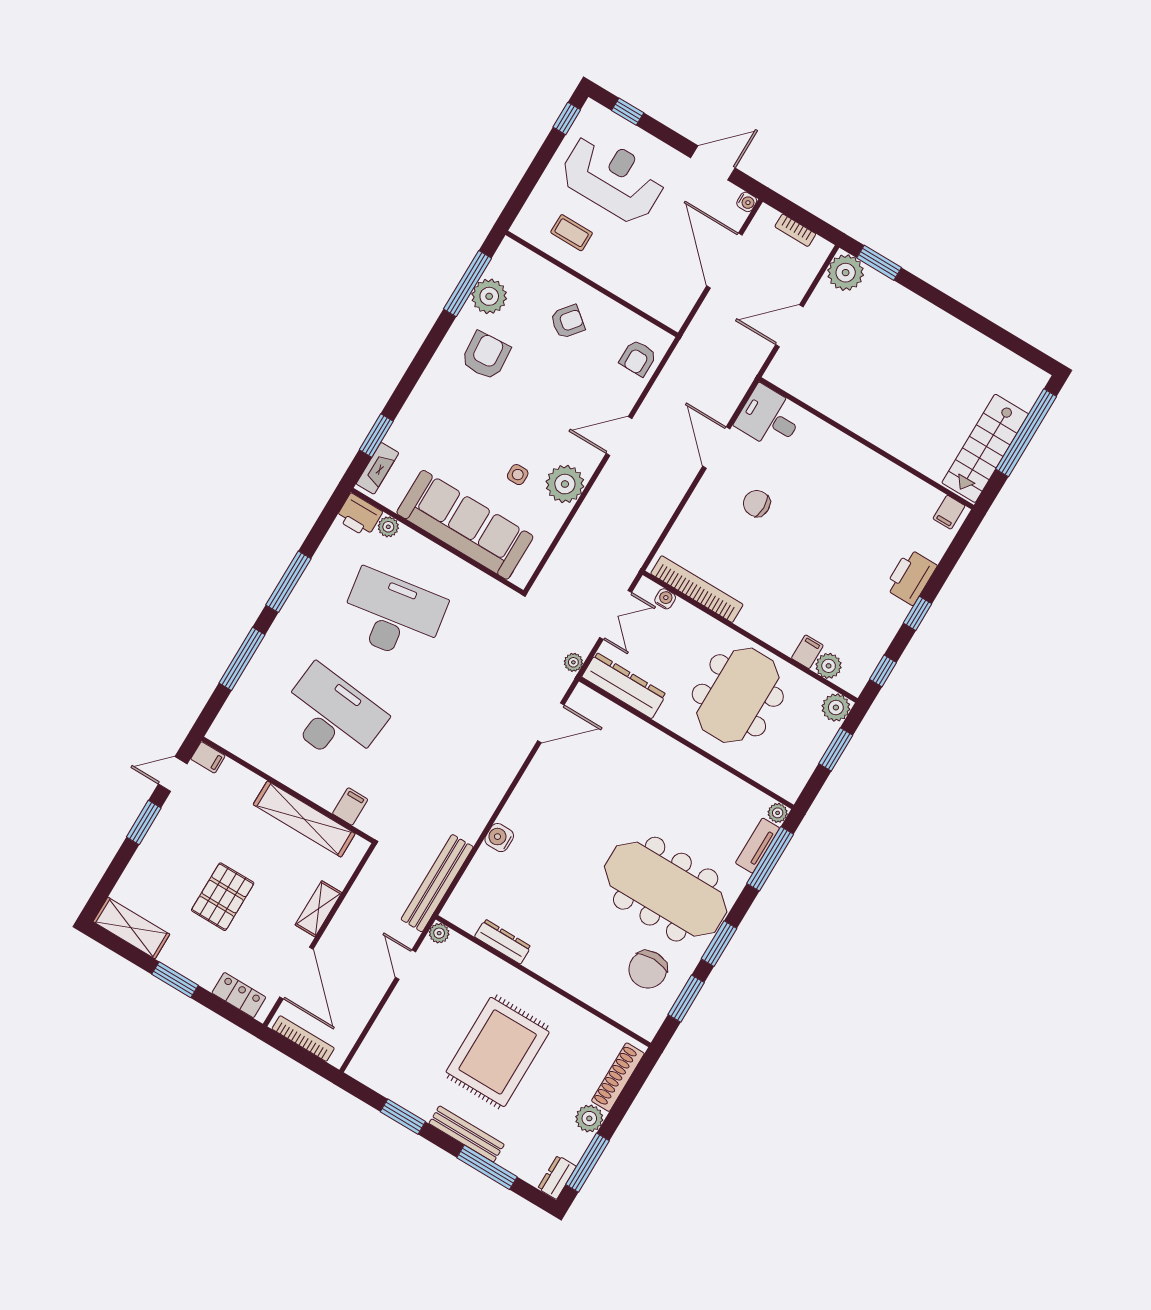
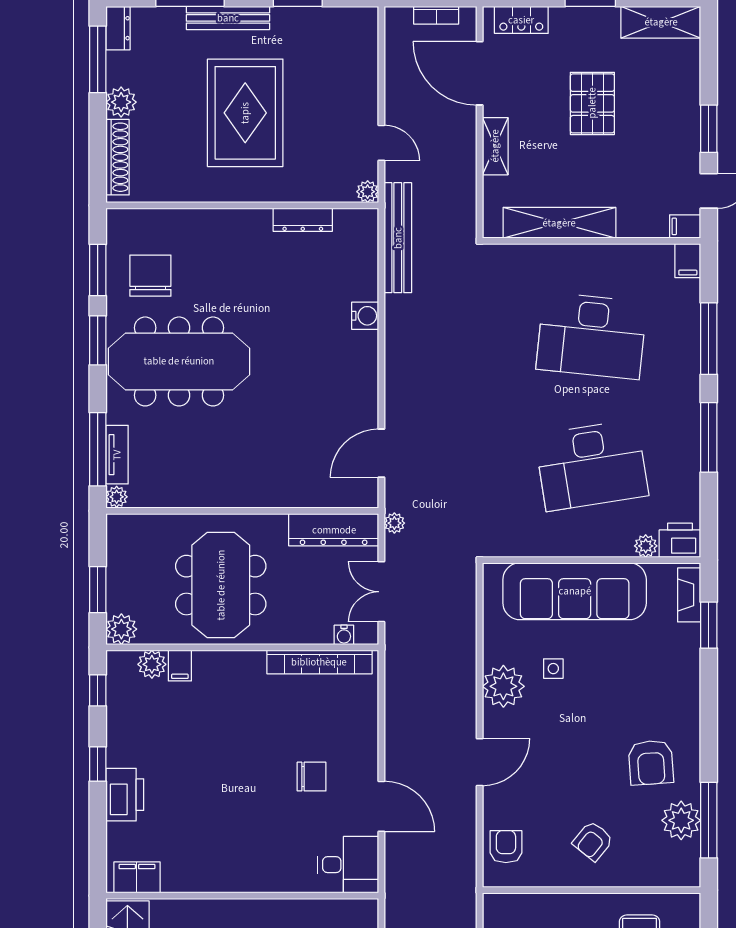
filing cabinet: (949, 512) -> (137, 877), width x2.00
filing cabinet: (350, 806) -> (688, 261), moved
bookcase: (303, 1039) -> (436, 15), width x0.64

